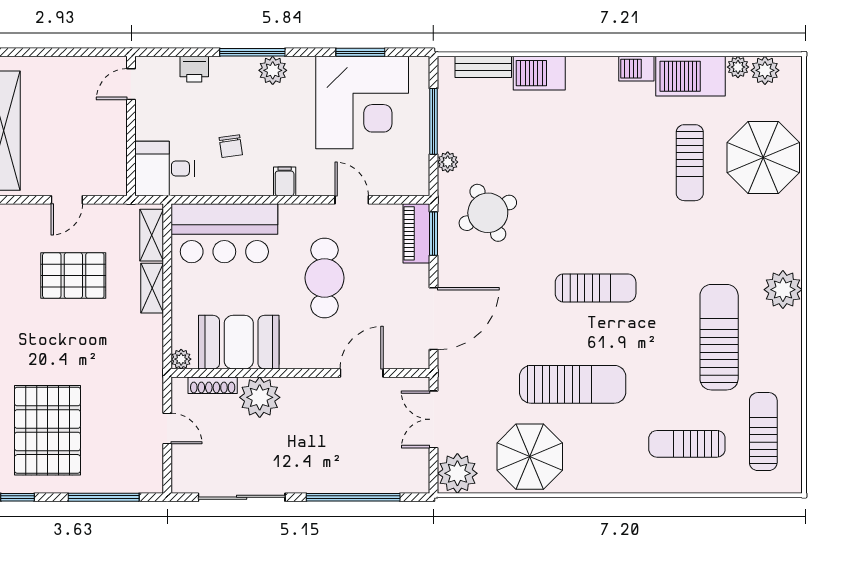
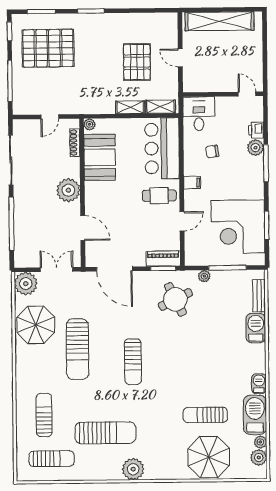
plant: (273, 70) -> (255, 148), moved
cafe table: (325, 278) -> (159, 196), moved, width x0.73, depth x0.74
plant: (260, 397) -> (68, 190), moved

